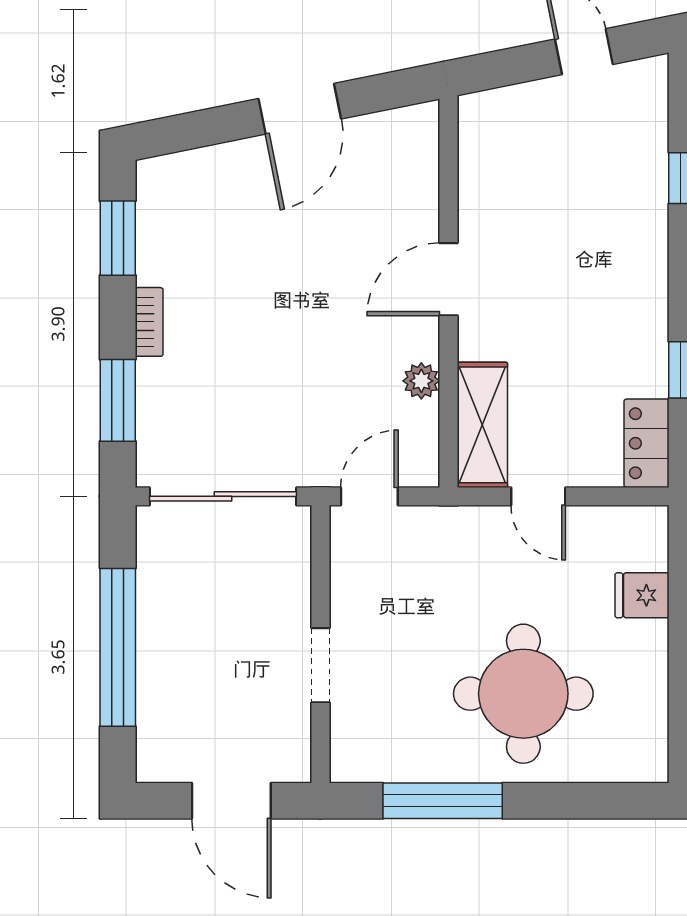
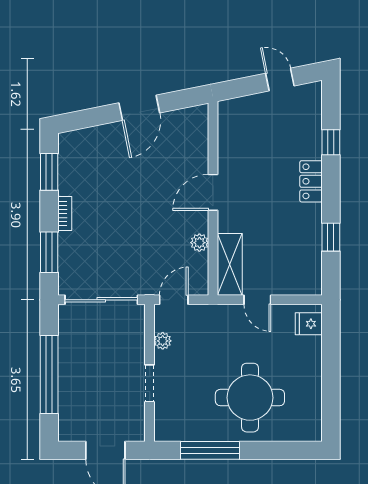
locker: (647, 443) -> (311, 181), moved
plant: (347, 579) -> (163, 341), added
fridge: (642, 595) -> (309, 324), moved

